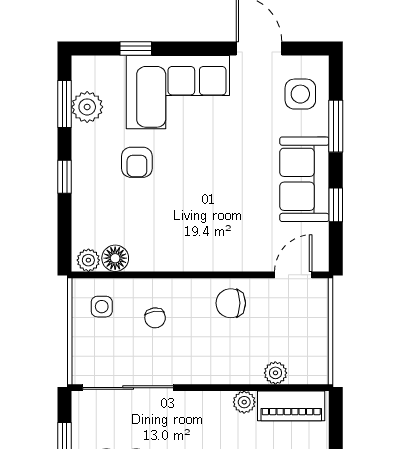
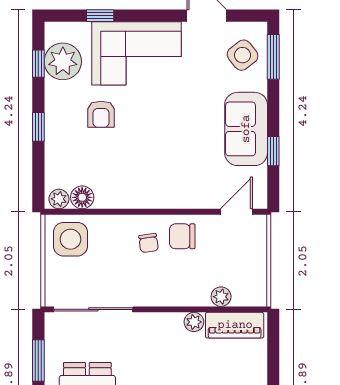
side table: (300, 94) -> (243, 55), turned -38
window: (65, 104) -> (38, 64), width x0.67
plant: (87, 107) -> (63, 61), width x1.36, depth x1.36
window: (336, 126) -> (273, 57), moved
side table: (102, 307) -> (70, 239), width x1.87, depth x1.87
chair: (155, 318) -> (149, 243), moved

